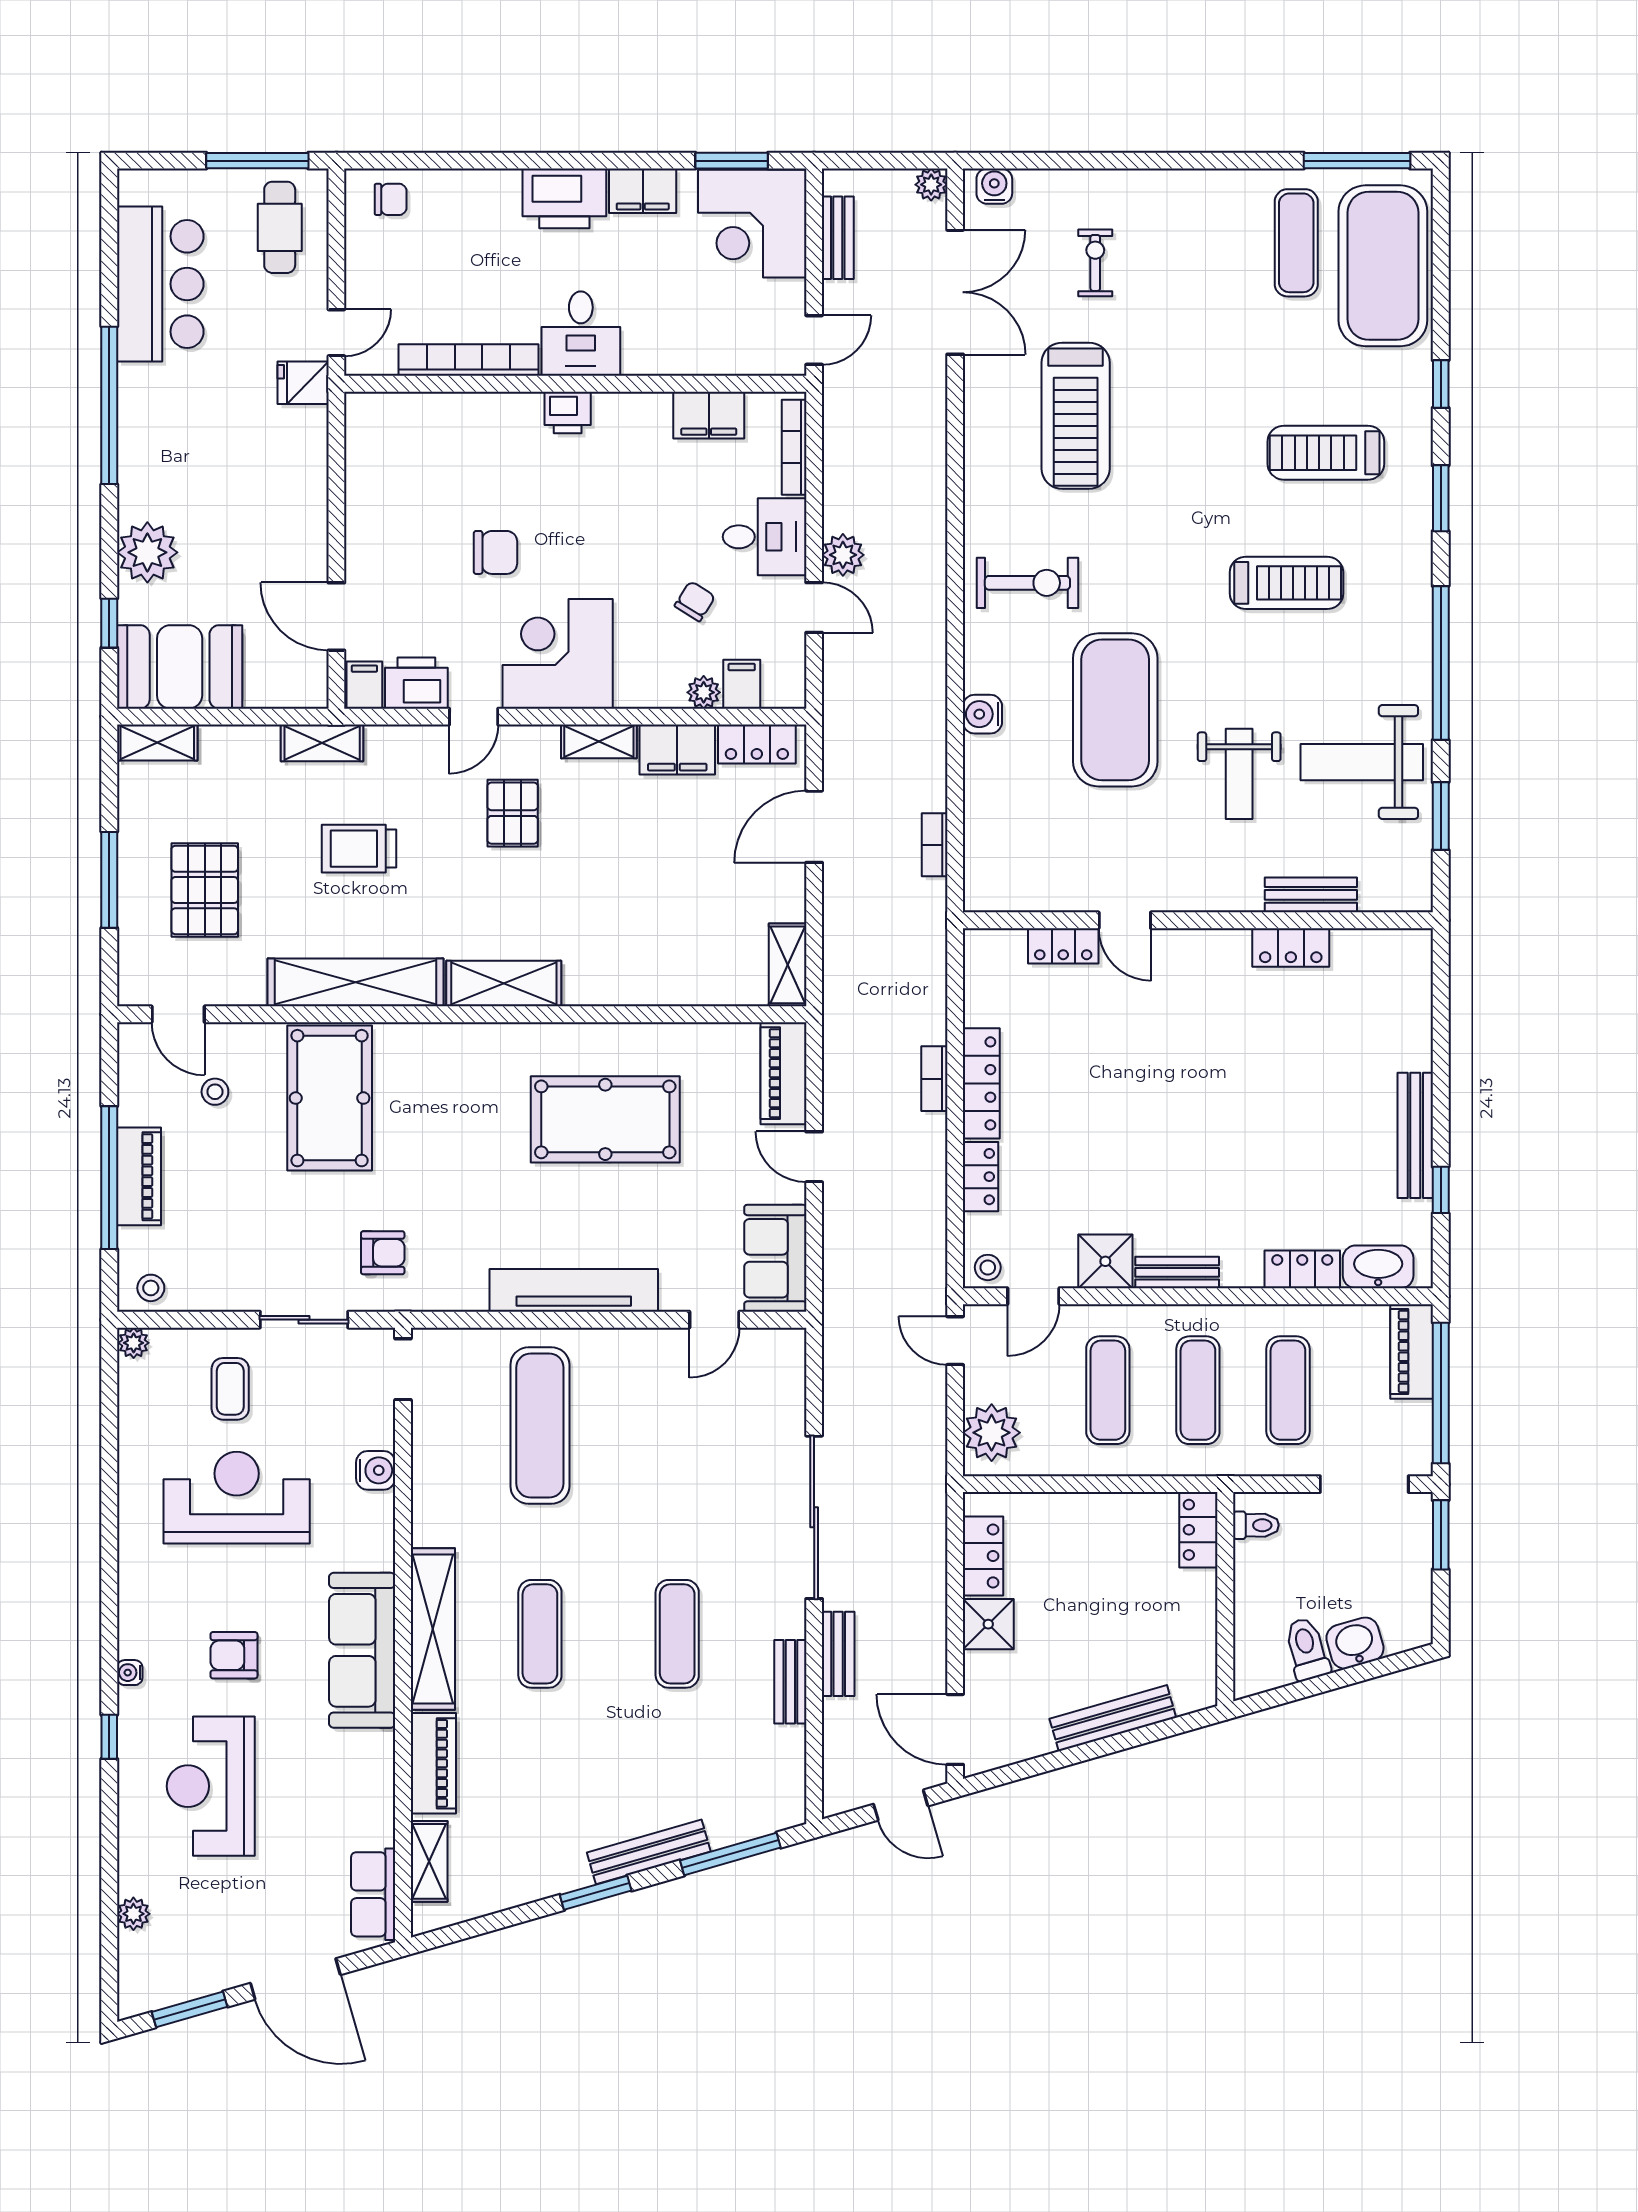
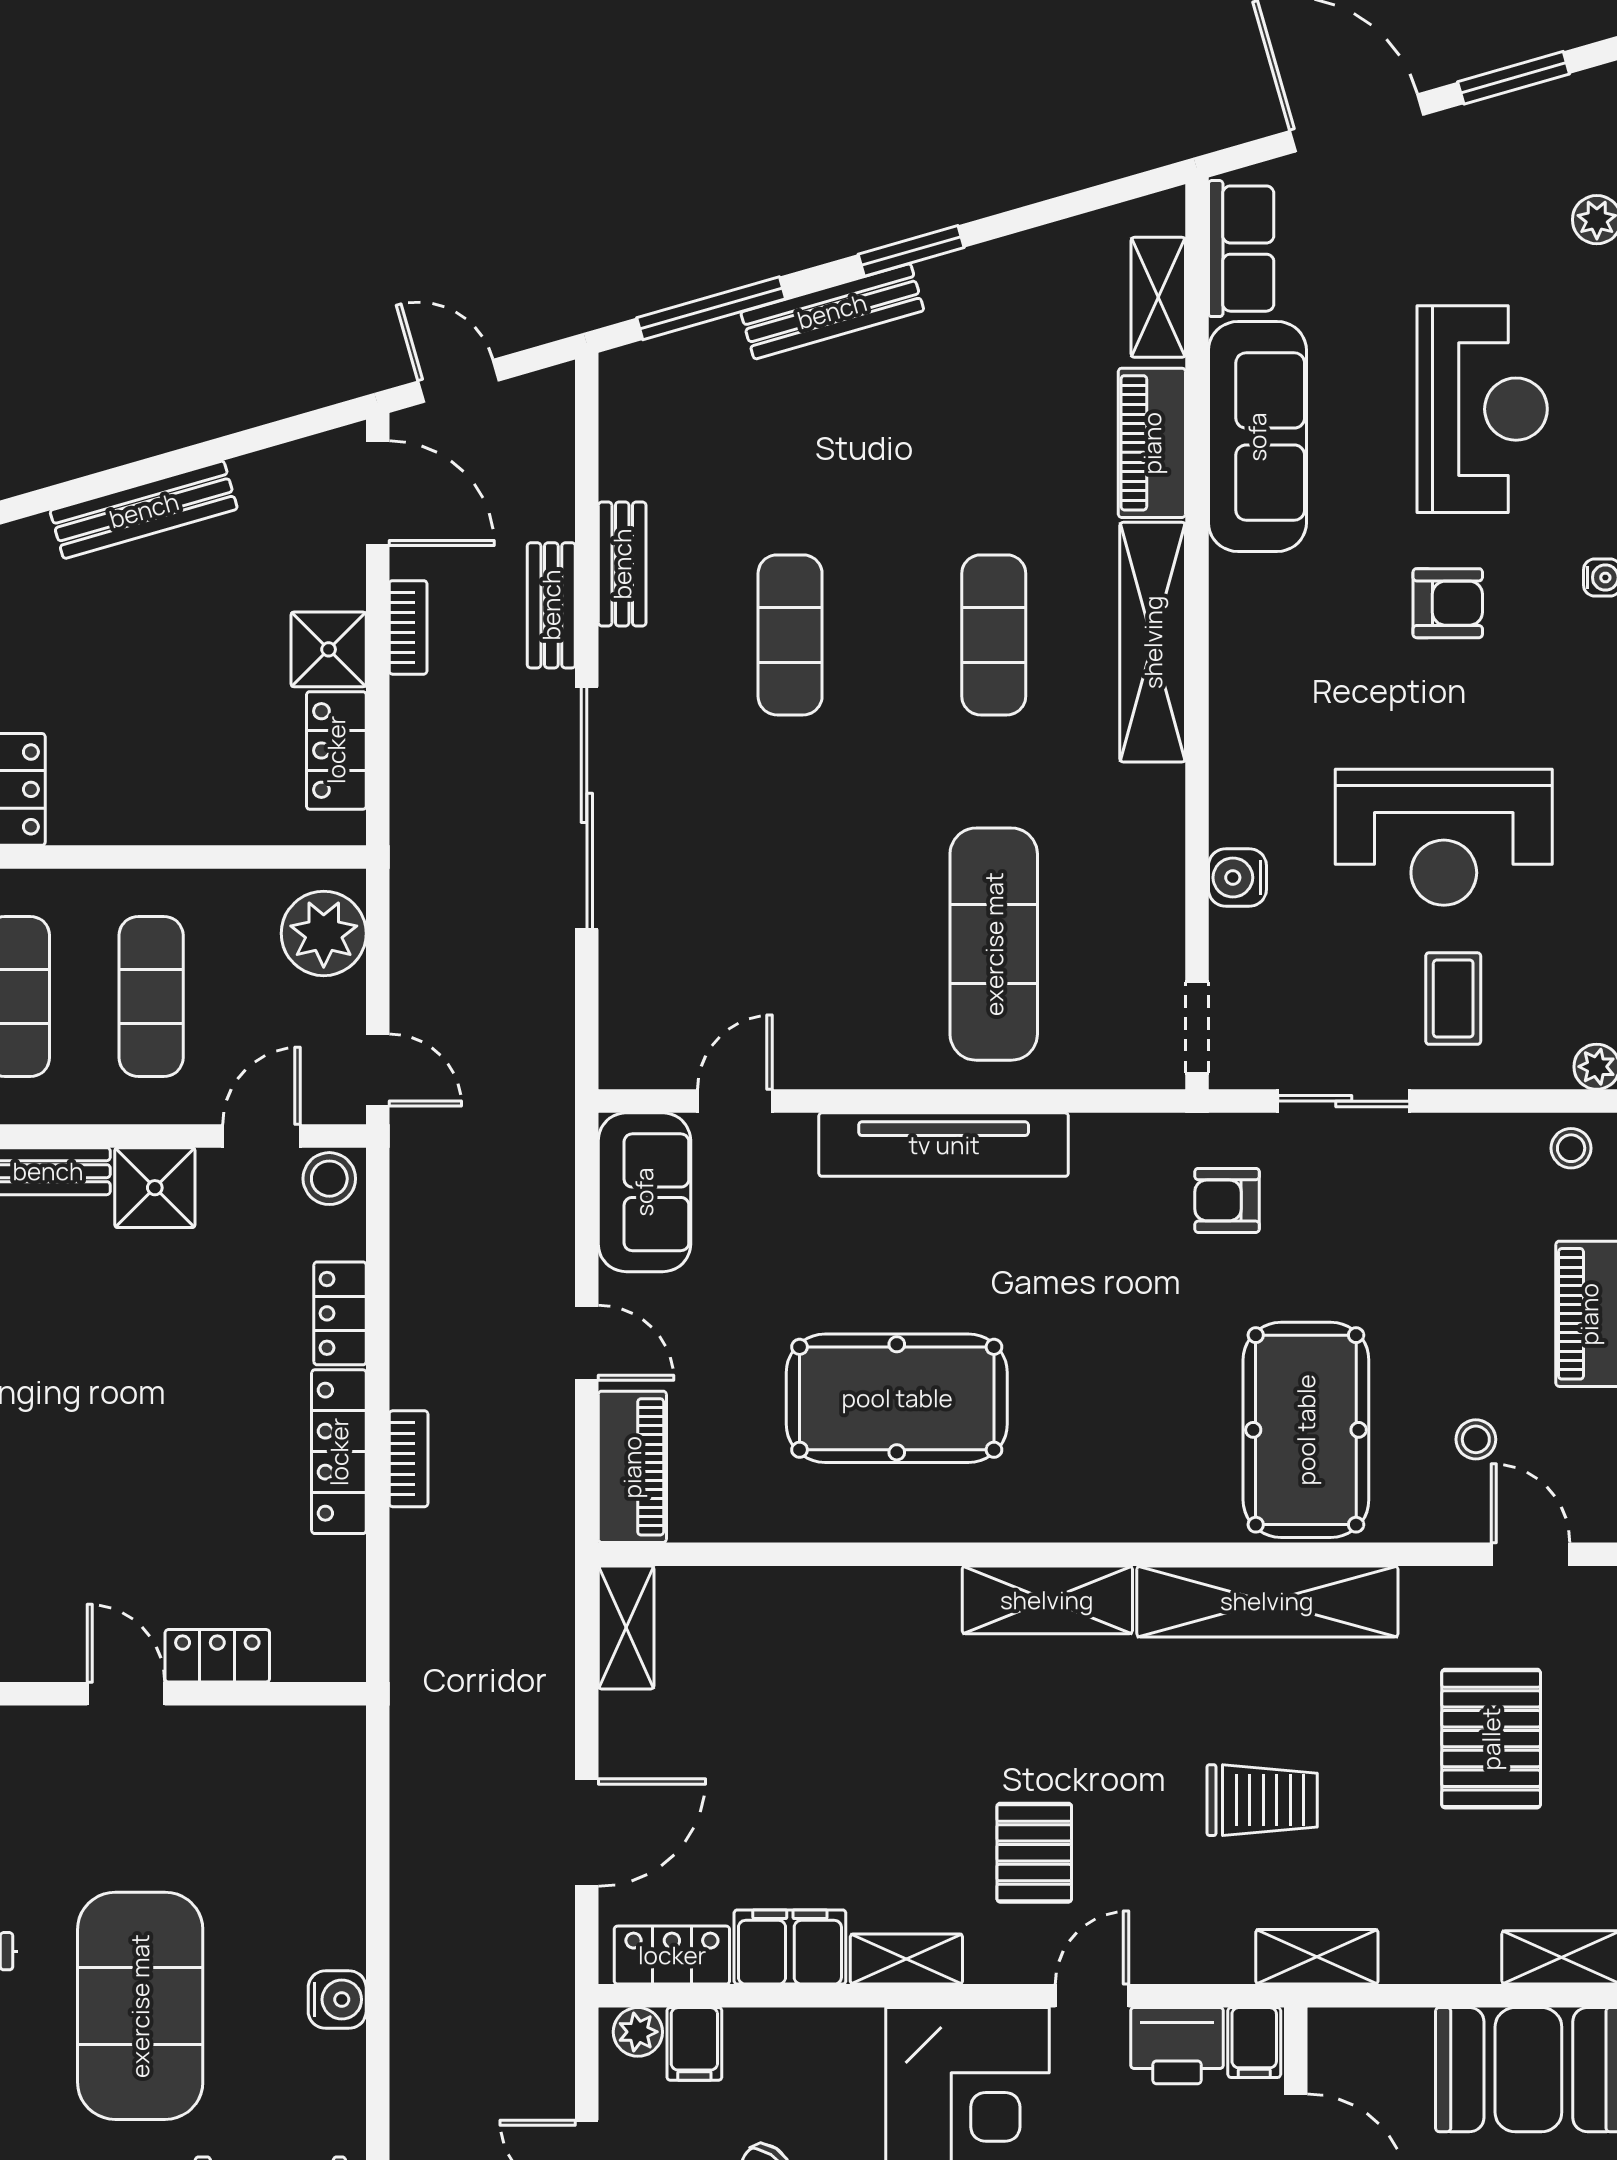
plant: (704, 692) -> (638, 2032), moved
bookcase: (935, 845) -> (408, 627), moved
stool: (988, 1267) -> (329, 1179), width x1.37, depth x1.37
sofa: (362, 1650) -> (1257, 437), moved

